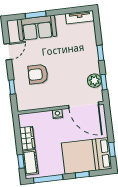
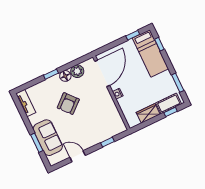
floor lamp: (94, 67) -> (65, 76), added
armchair: (38, 74) -> (68, 104), moved, turned 49
window: (104, 82) -> (76, 62), removed
bed: (87, 156) -> (150, 53), width x0.67
window: (82, 175) -> (159, 44), moved
window: (48, 179) -> (178, 83), width x0.69

